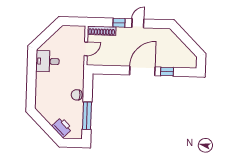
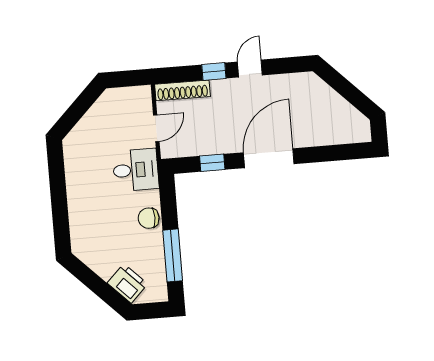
desk: (48, 61) -> (136, 170), moved, turned 180
window: (167, 72) -> (212, 163), moved

